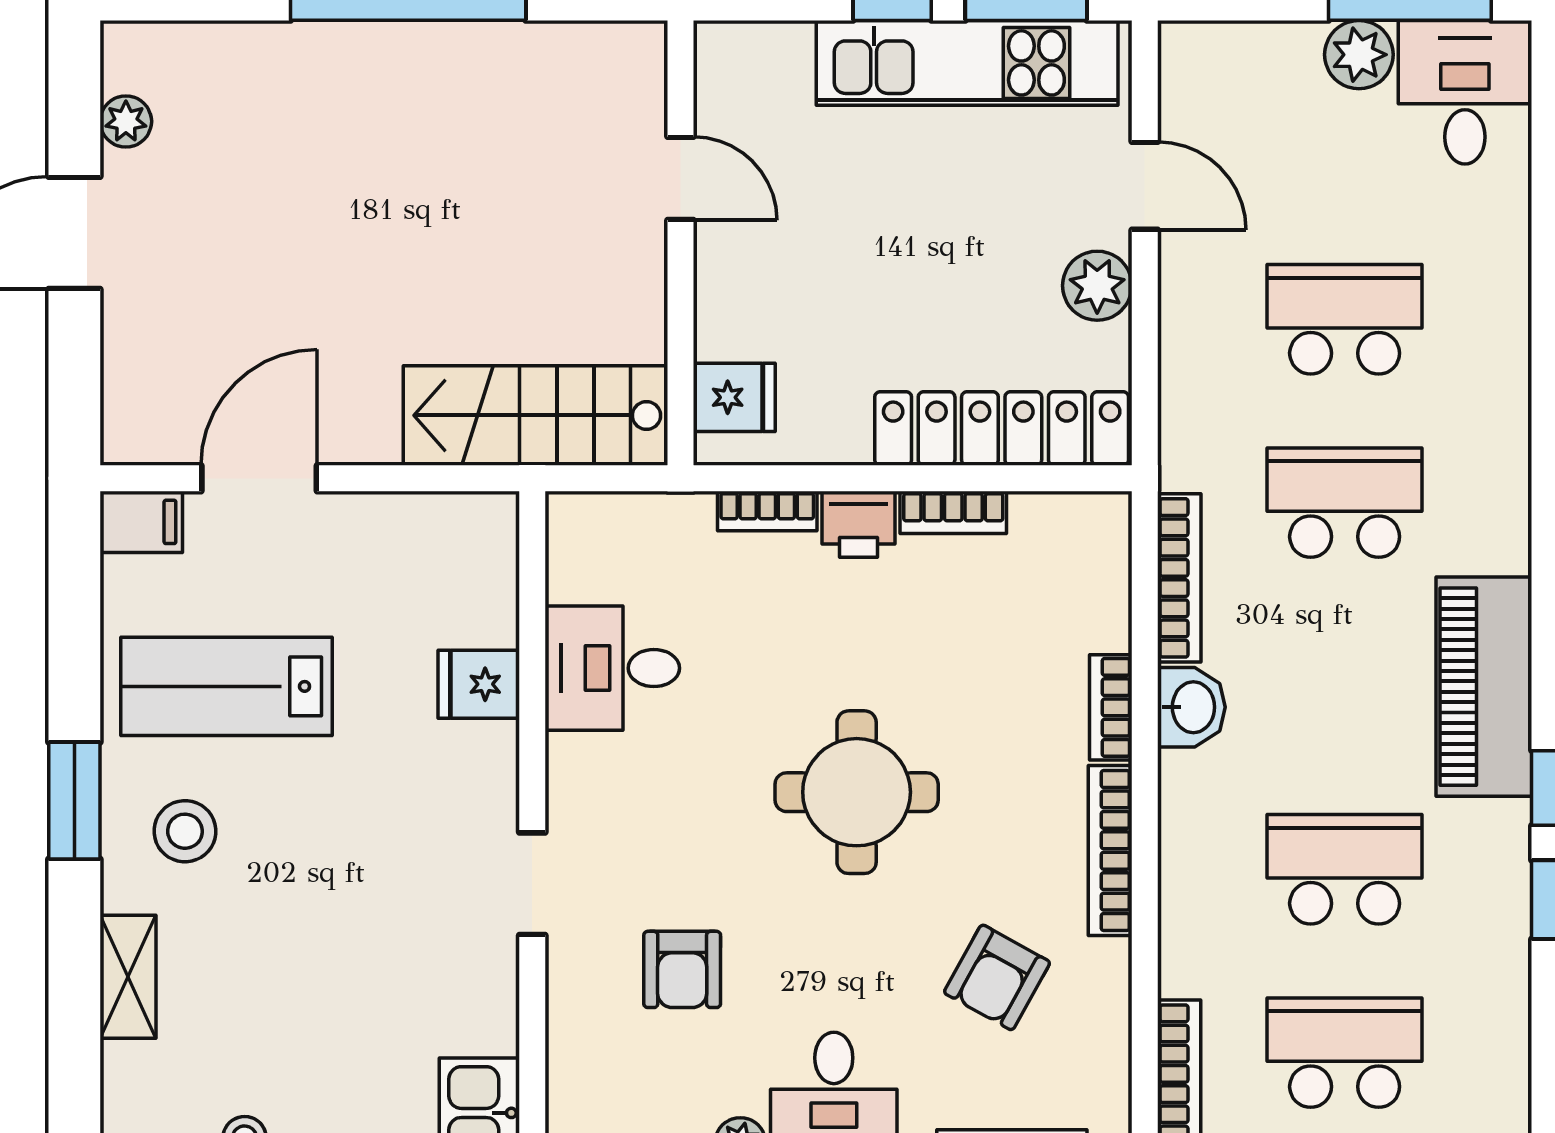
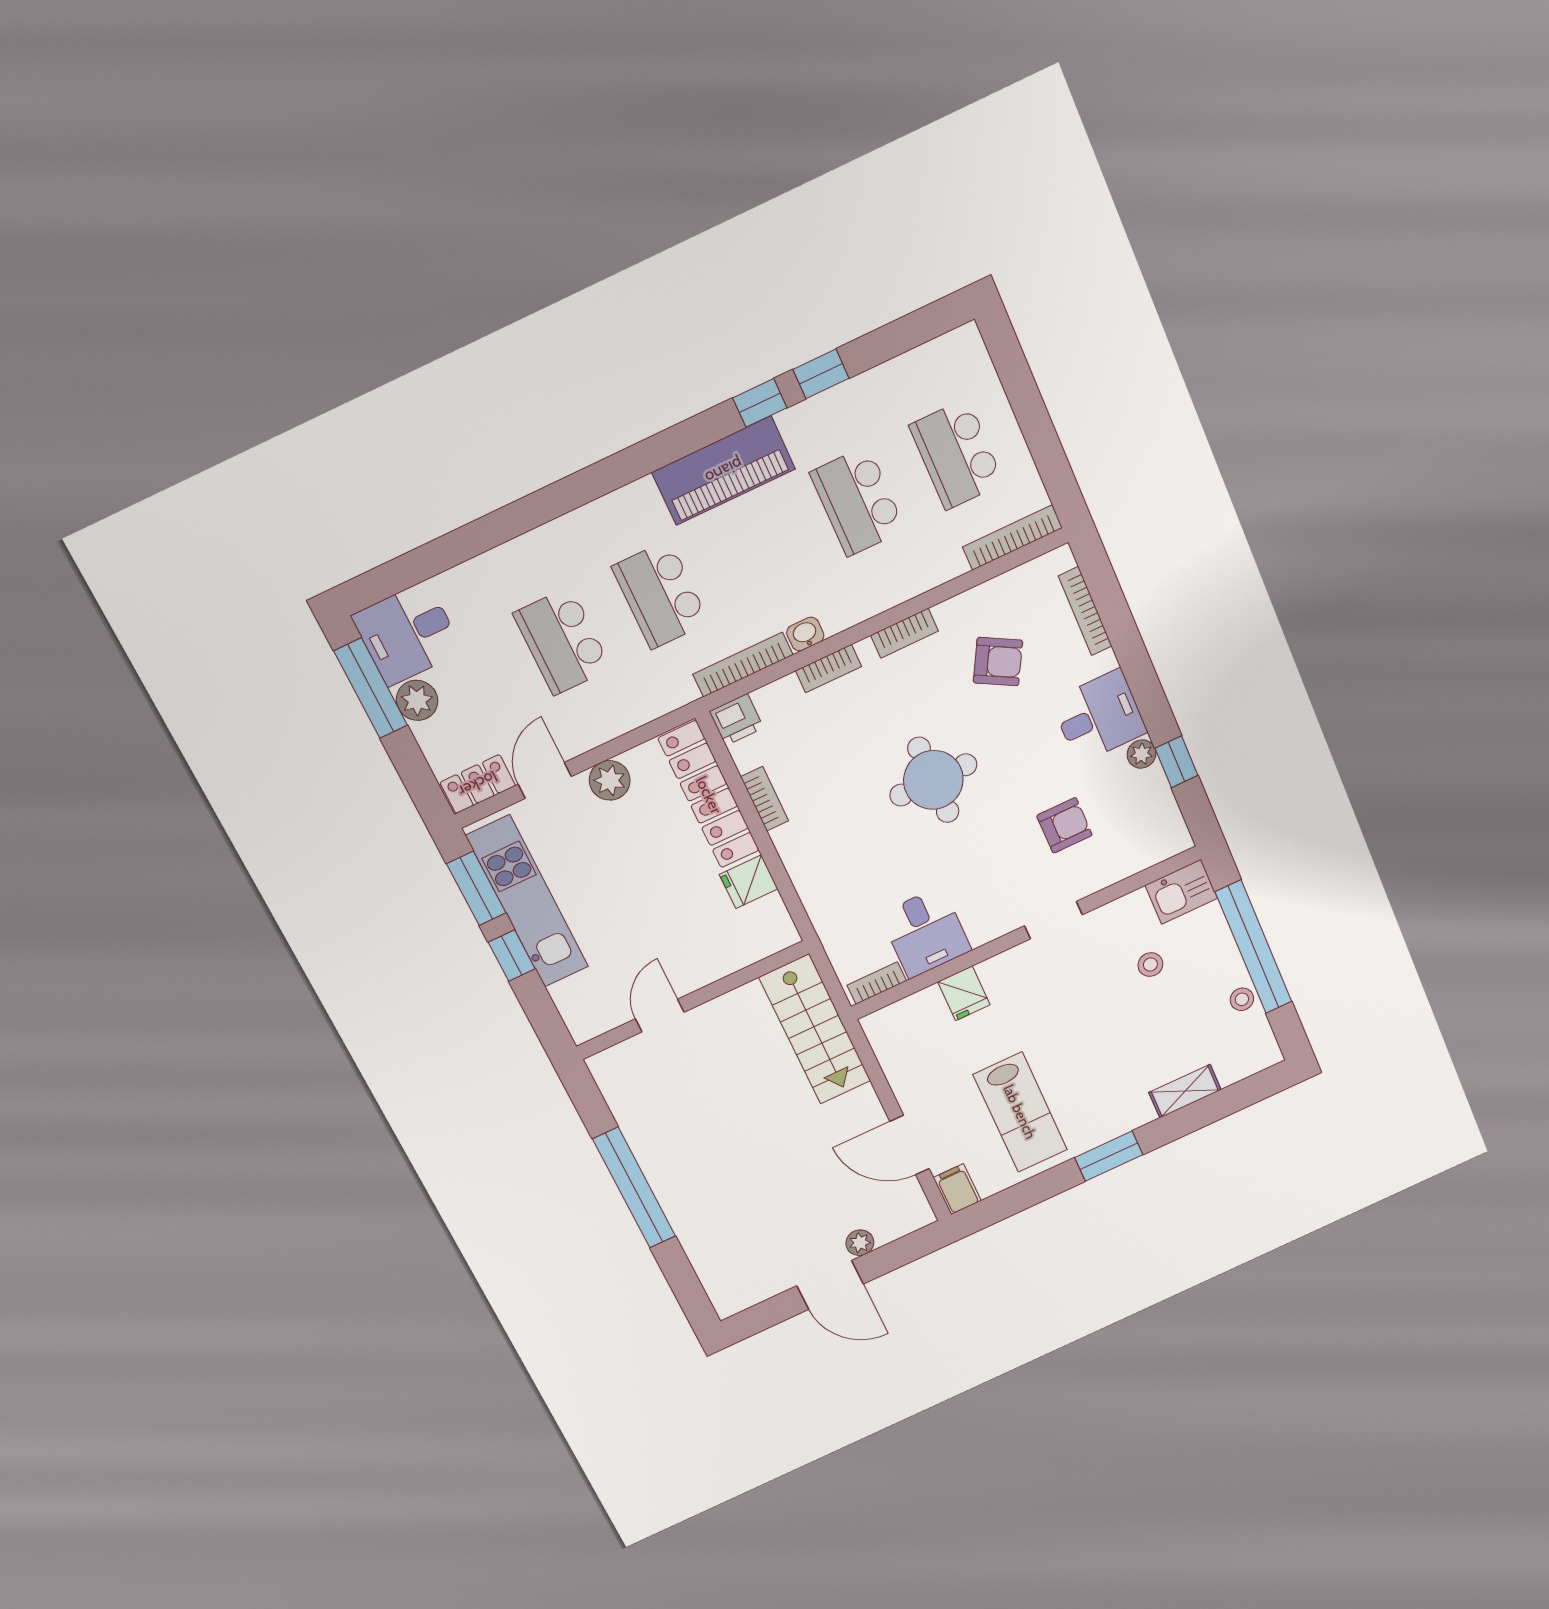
locker: (1188, 81) -> (478, 784), added
plant: (126, 121) -> (860, 1243), moved
fridge: (734, 397) -> (749, 882), moved, turned -90
bookcase: (767, 511) -> (877, 983), moved, turned -90
printer: (858, 524) -> (736, 720), moved, turned 90
washbasin: (1191, 707) -> (805, 634), width x0.72, depth x0.69
stool: (185, 831) -> (1150, 965), moved, width x0.73, depth x0.73
bookcase: (1110, 850) -> (904, 633), width x0.64

